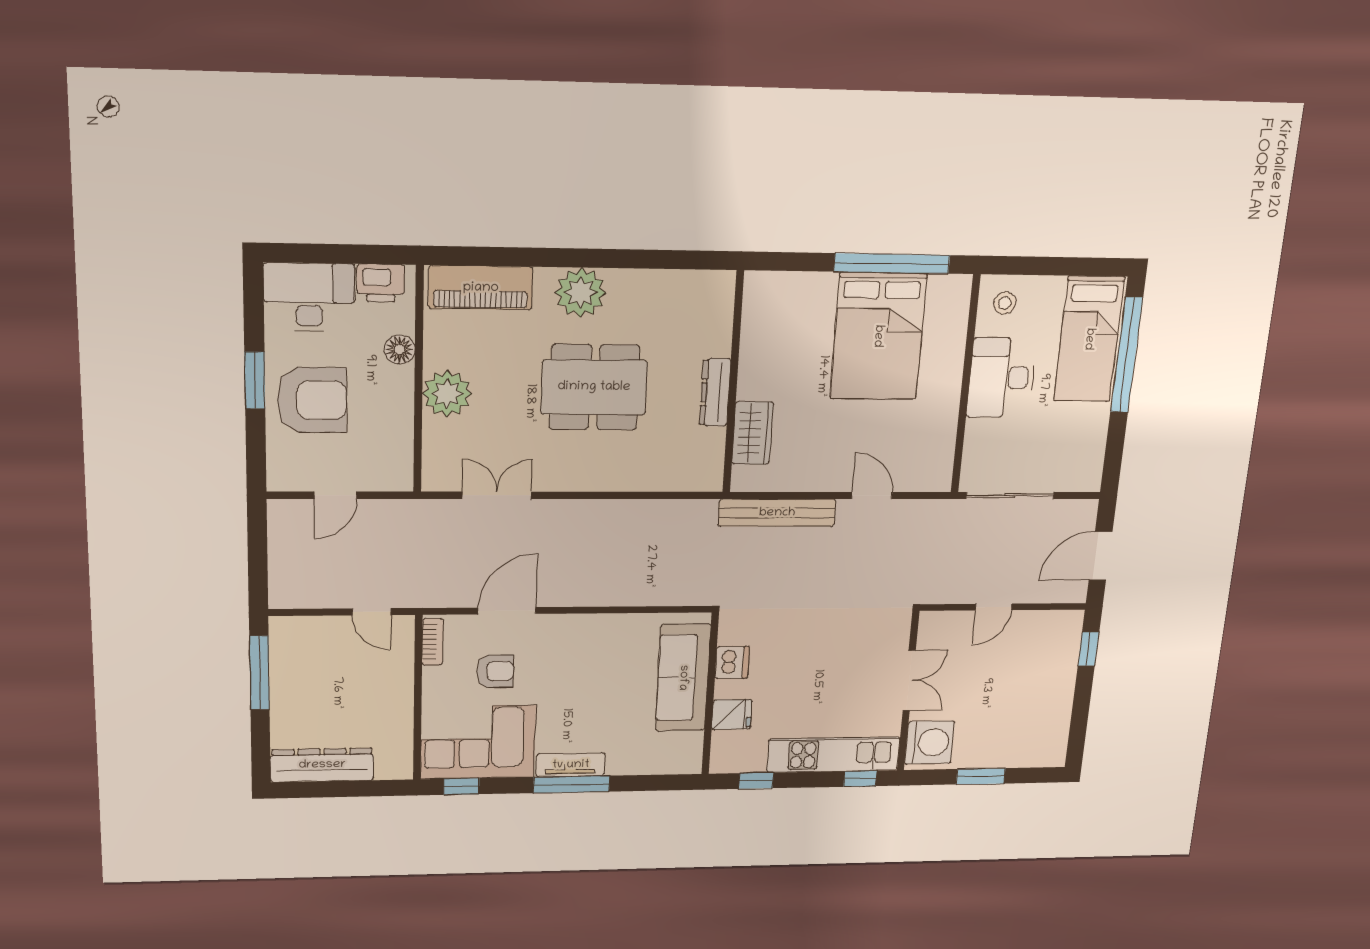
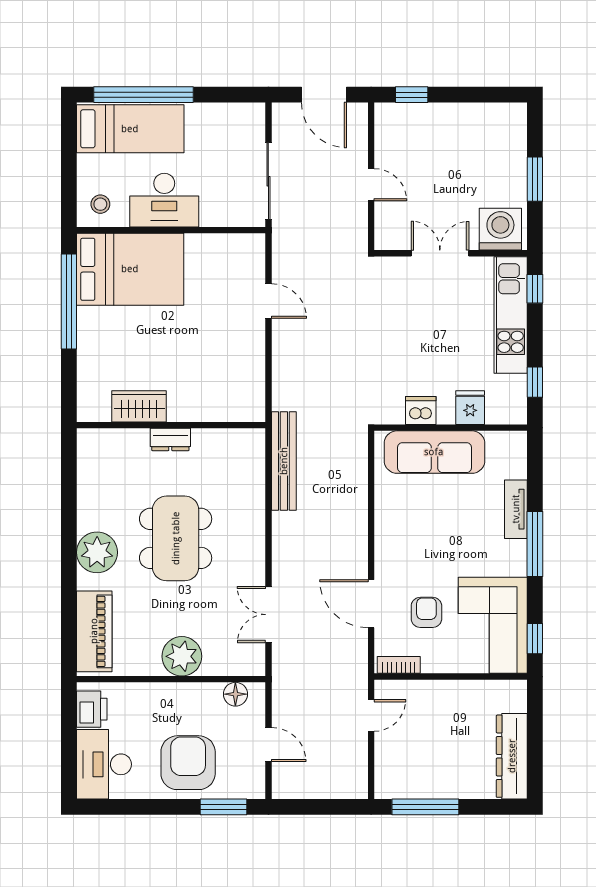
bed: (878, 336) -> (130, 269), moved
floor lamp: (400, 349) -> (235, 694), moved
window: (255, 380) -> (224, 807), moved
dresser: (715, 392) -> (170, 439), width x0.70
wardrobe: (752, 433) -> (139, 406), moved
door: (872, 495) -> (268, 301), swing flipped
bench: (777, 513) -> (284, 461), moved
tv unit: (571, 765) -> (516, 509), moved

